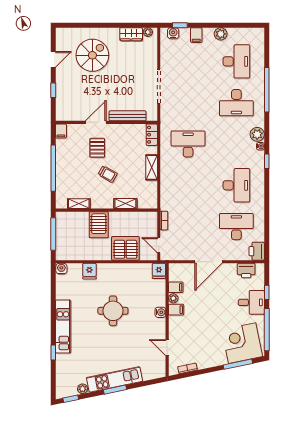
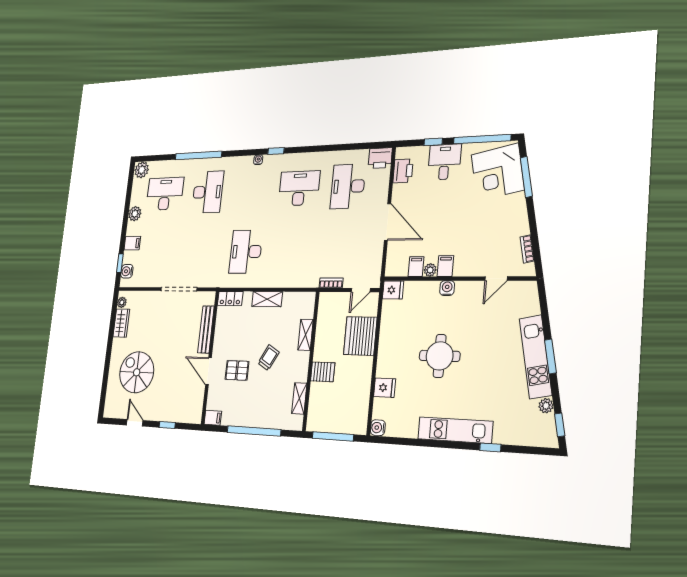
plant: (257, 134) -> (142, 170), moved
server rack: (99, 225) -> (323, 372), width x0.73, depth x0.70

